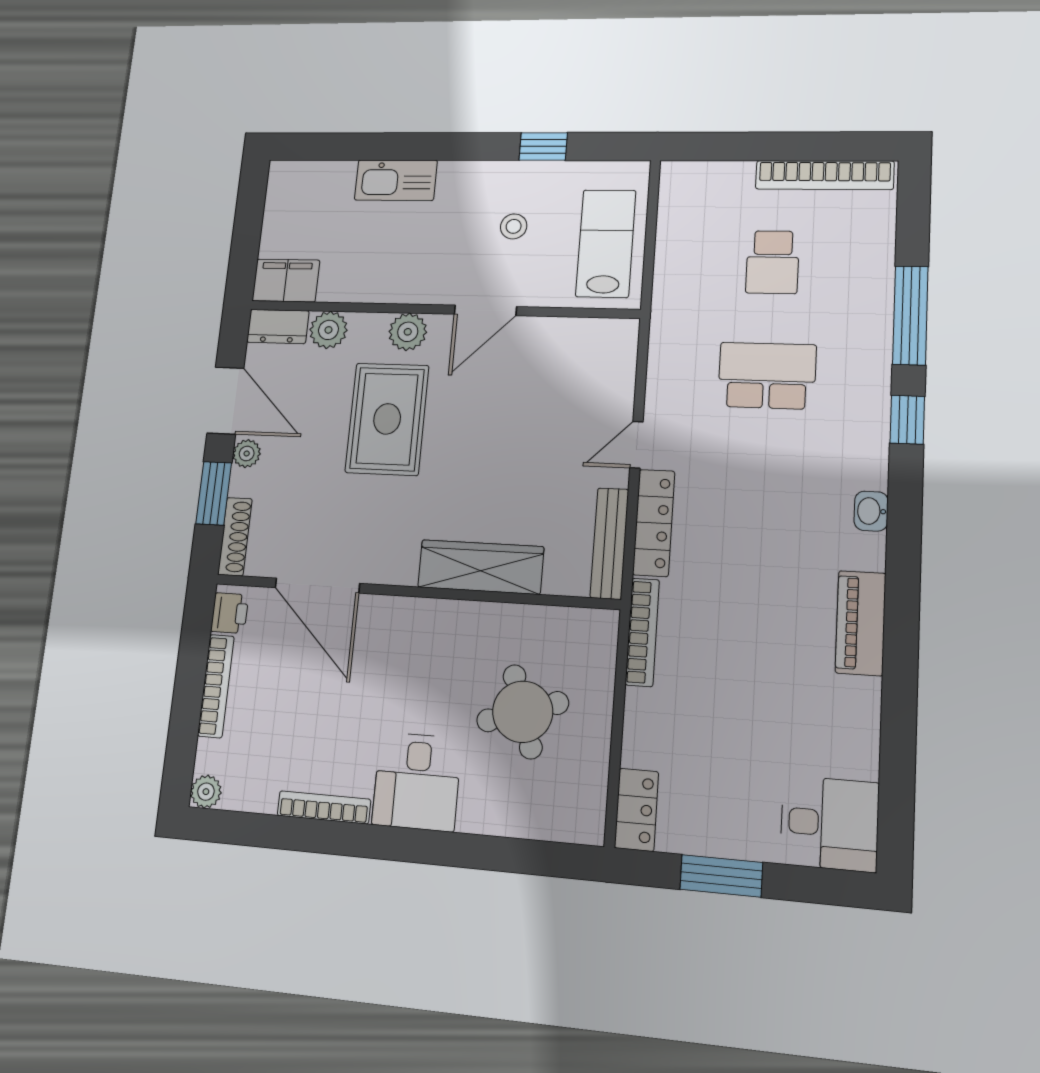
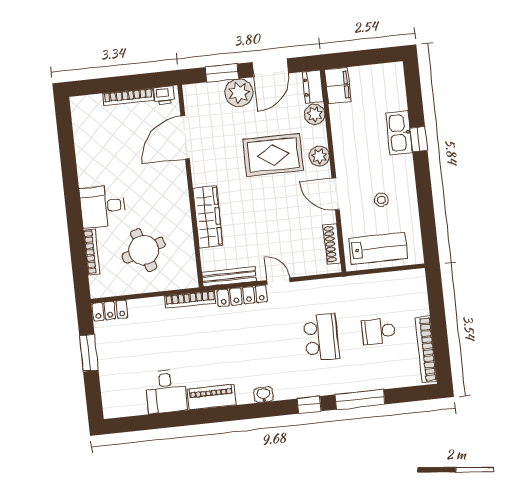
window: (543, 146) -> (419, 139), moved
plant: (247, 454) -> (239, 93), width x1.87, depth x1.87
shoe rack: (235, 537) -> (332, 244), moved, turned 90
plant: (206, 792) -> (78, 104), removed
bookcase: (324, 807) -> (91, 252), moved
desk: (829, 823) -> (166, 391), moved

